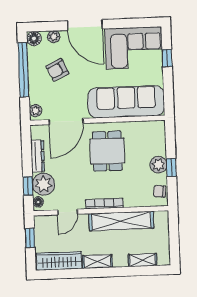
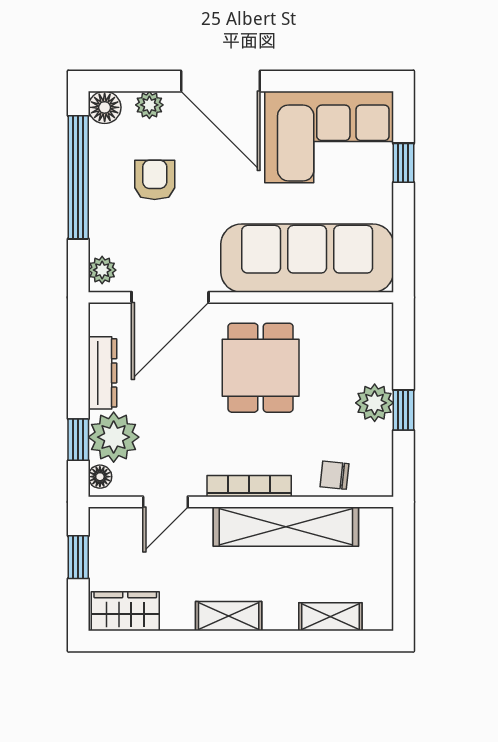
armchair: (57, 70) -> (155, 180), turned 115
chair: (160, 191) -> (334, 475), moved
wardrobe: (59, 261) -> (125, 611), width x0.67

